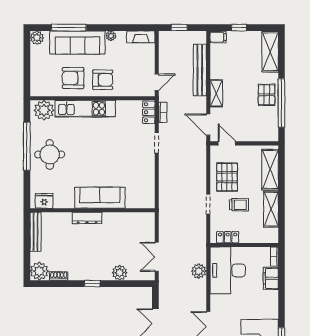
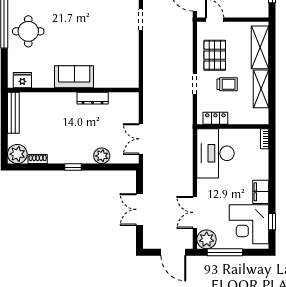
sofa: (100, 198) -> (74, 77), width x0.73
dresser: (87, 218) -> (93, 98), moved
plant: (199, 271) -> (185, 154), removed
filing cabinet: (271, 278) -> (261, 192), moved

